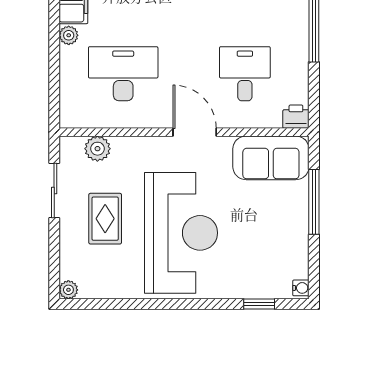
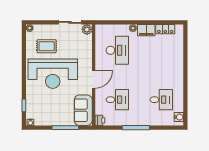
plant: (97, 149) -> (87, 29), moved
rug: (105, 219) -> (47, 46), moved

